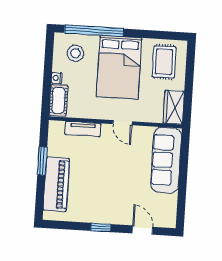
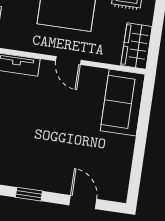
sofa: (166, 160) -> (123, 103), width x0.73

